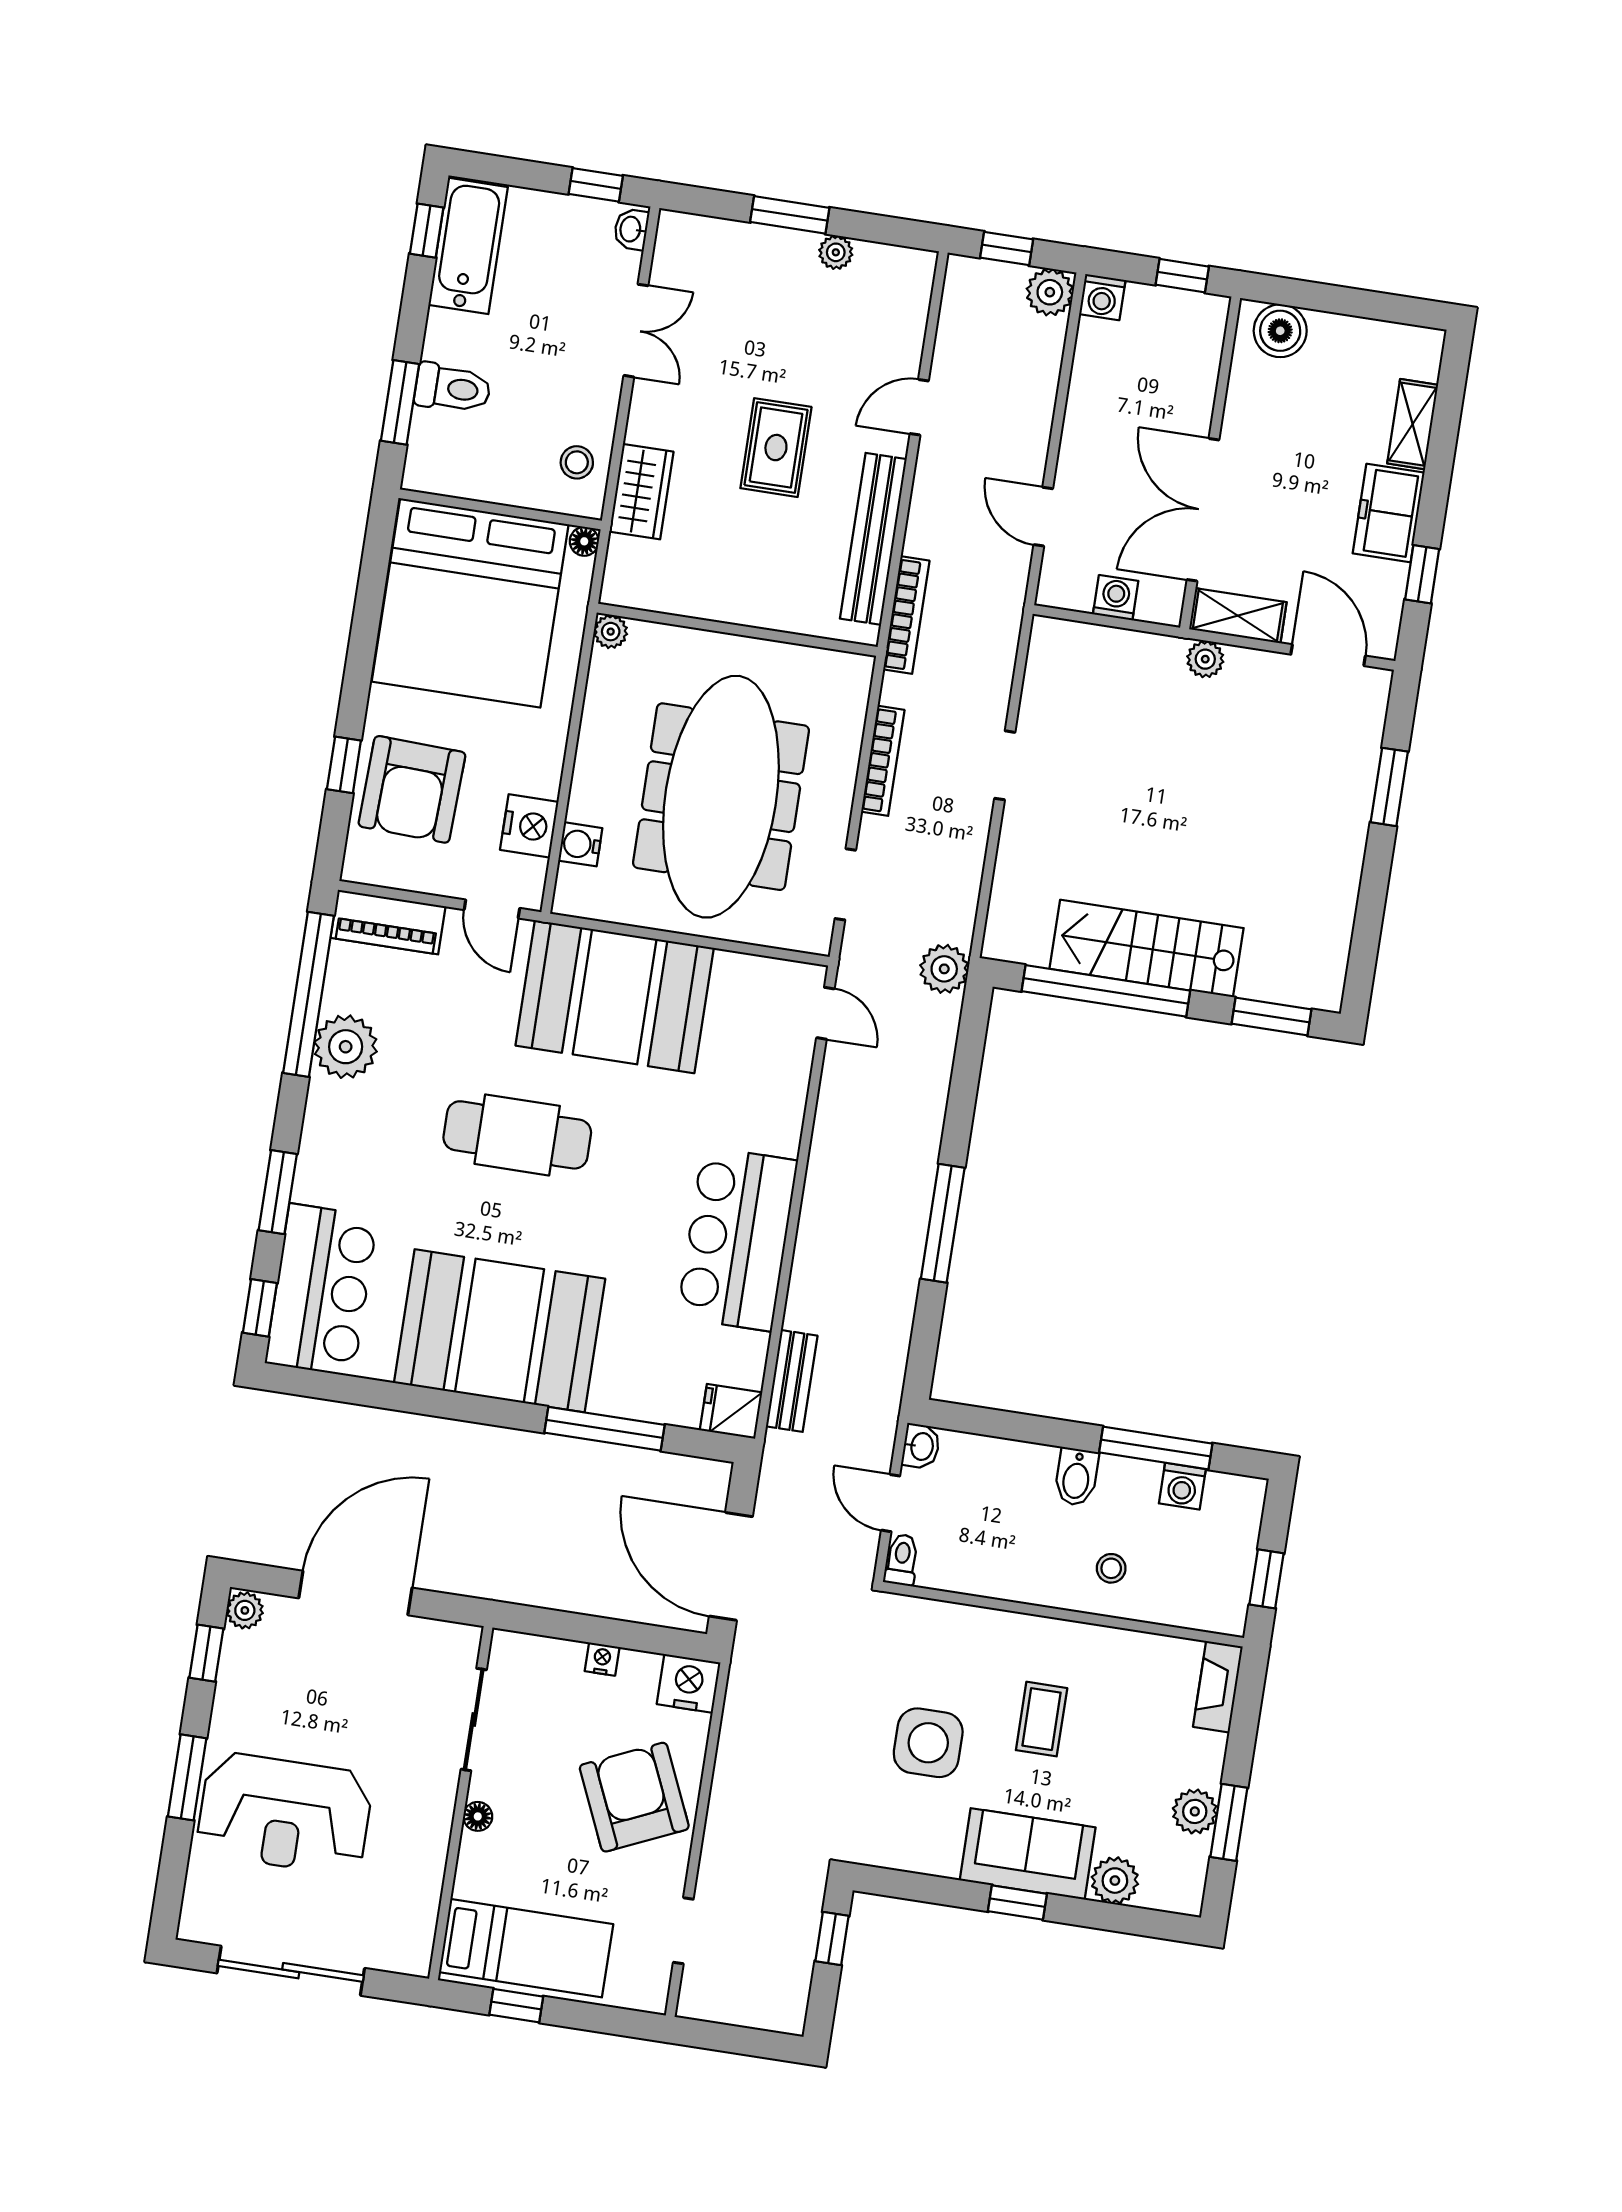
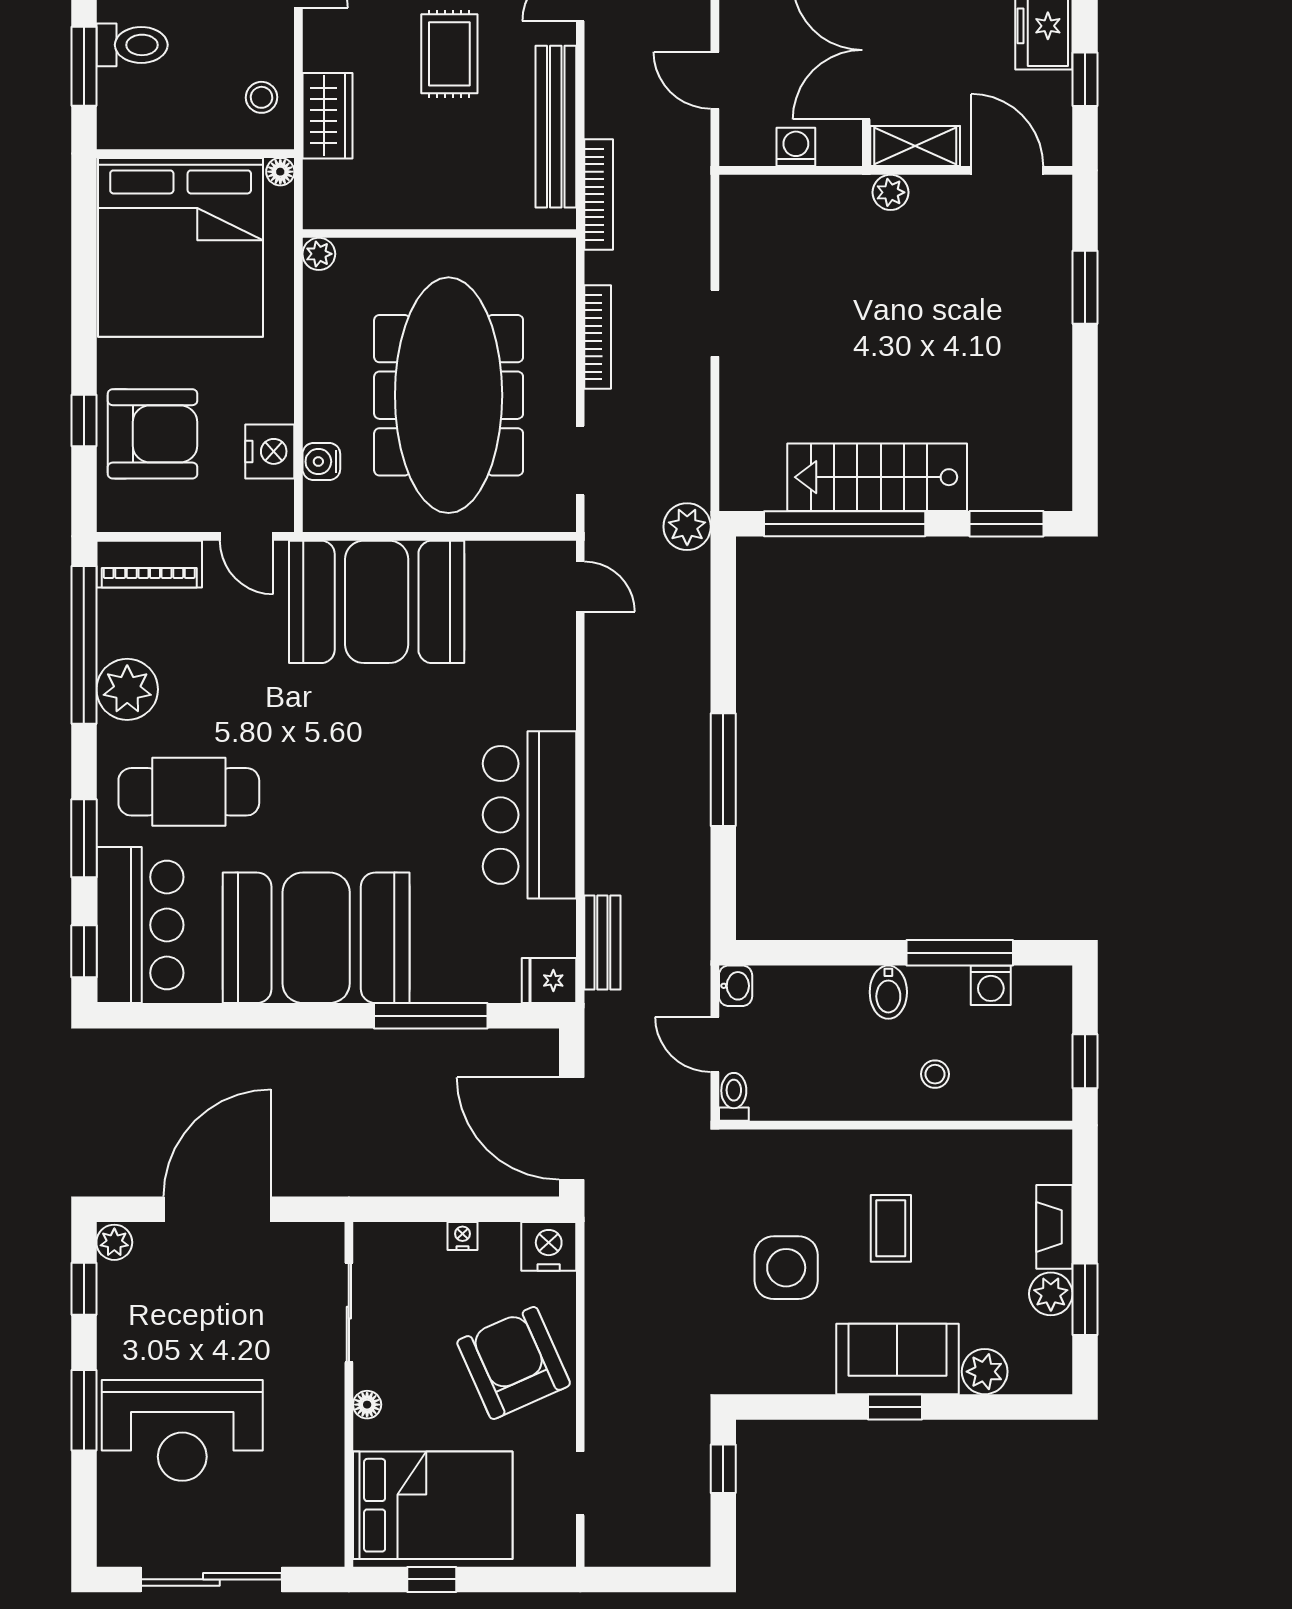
armchair: (412, 789) -> (152, 434), turned -92
cafe table: (517, 1135) -> (189, 792), moved
fireplace: (1218, 1687) -> (1054, 1227), moved
bed: (526, 1948) -> (433, 1505), width x1.50

